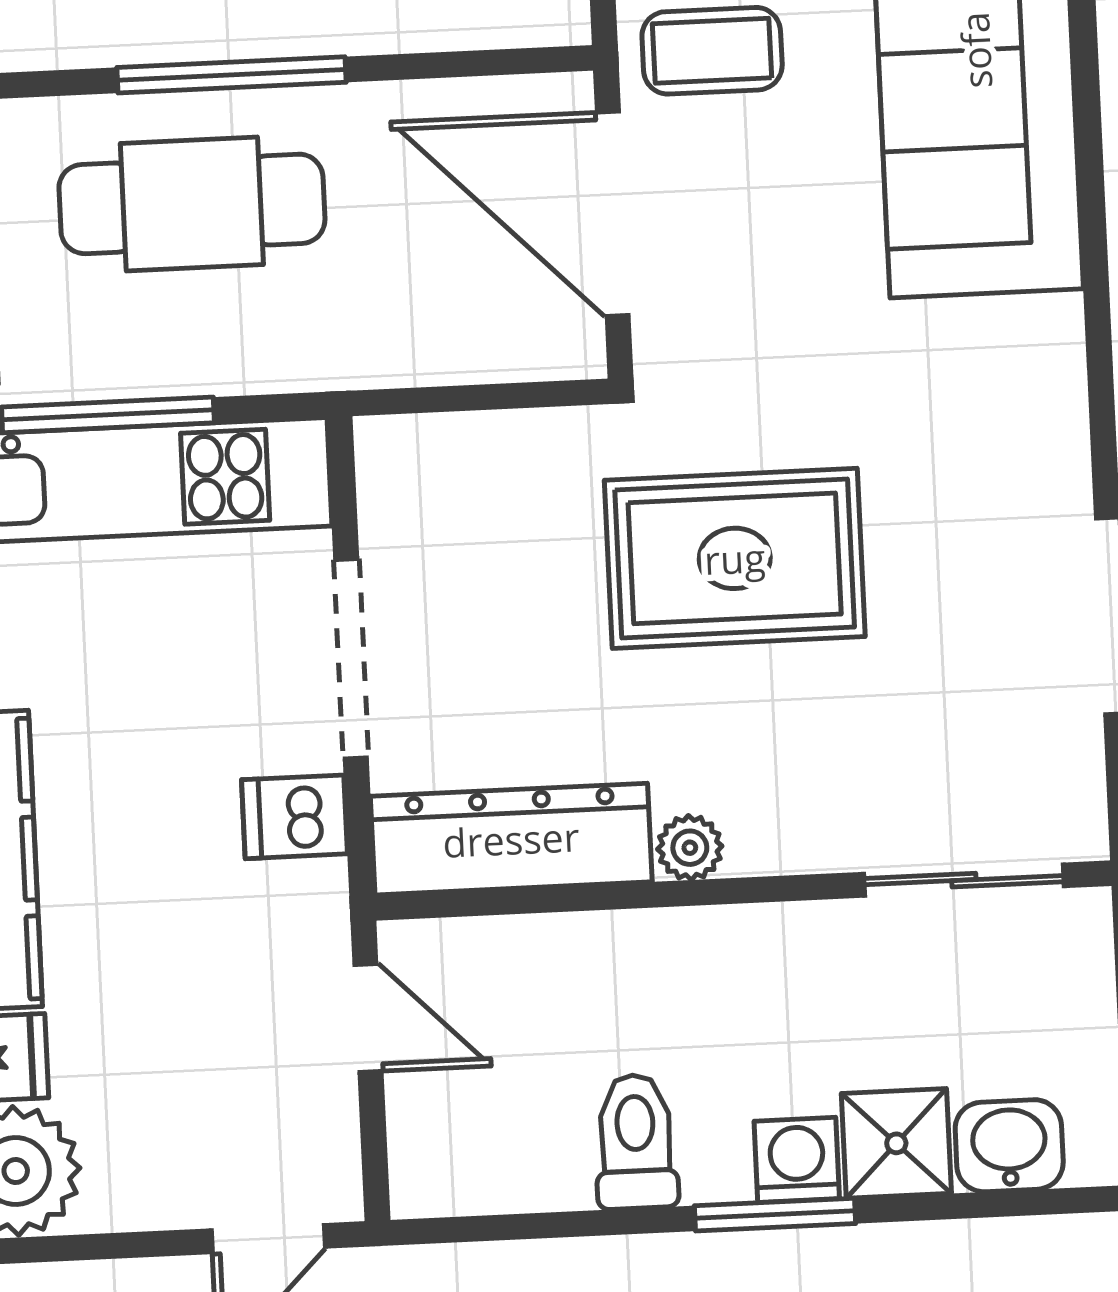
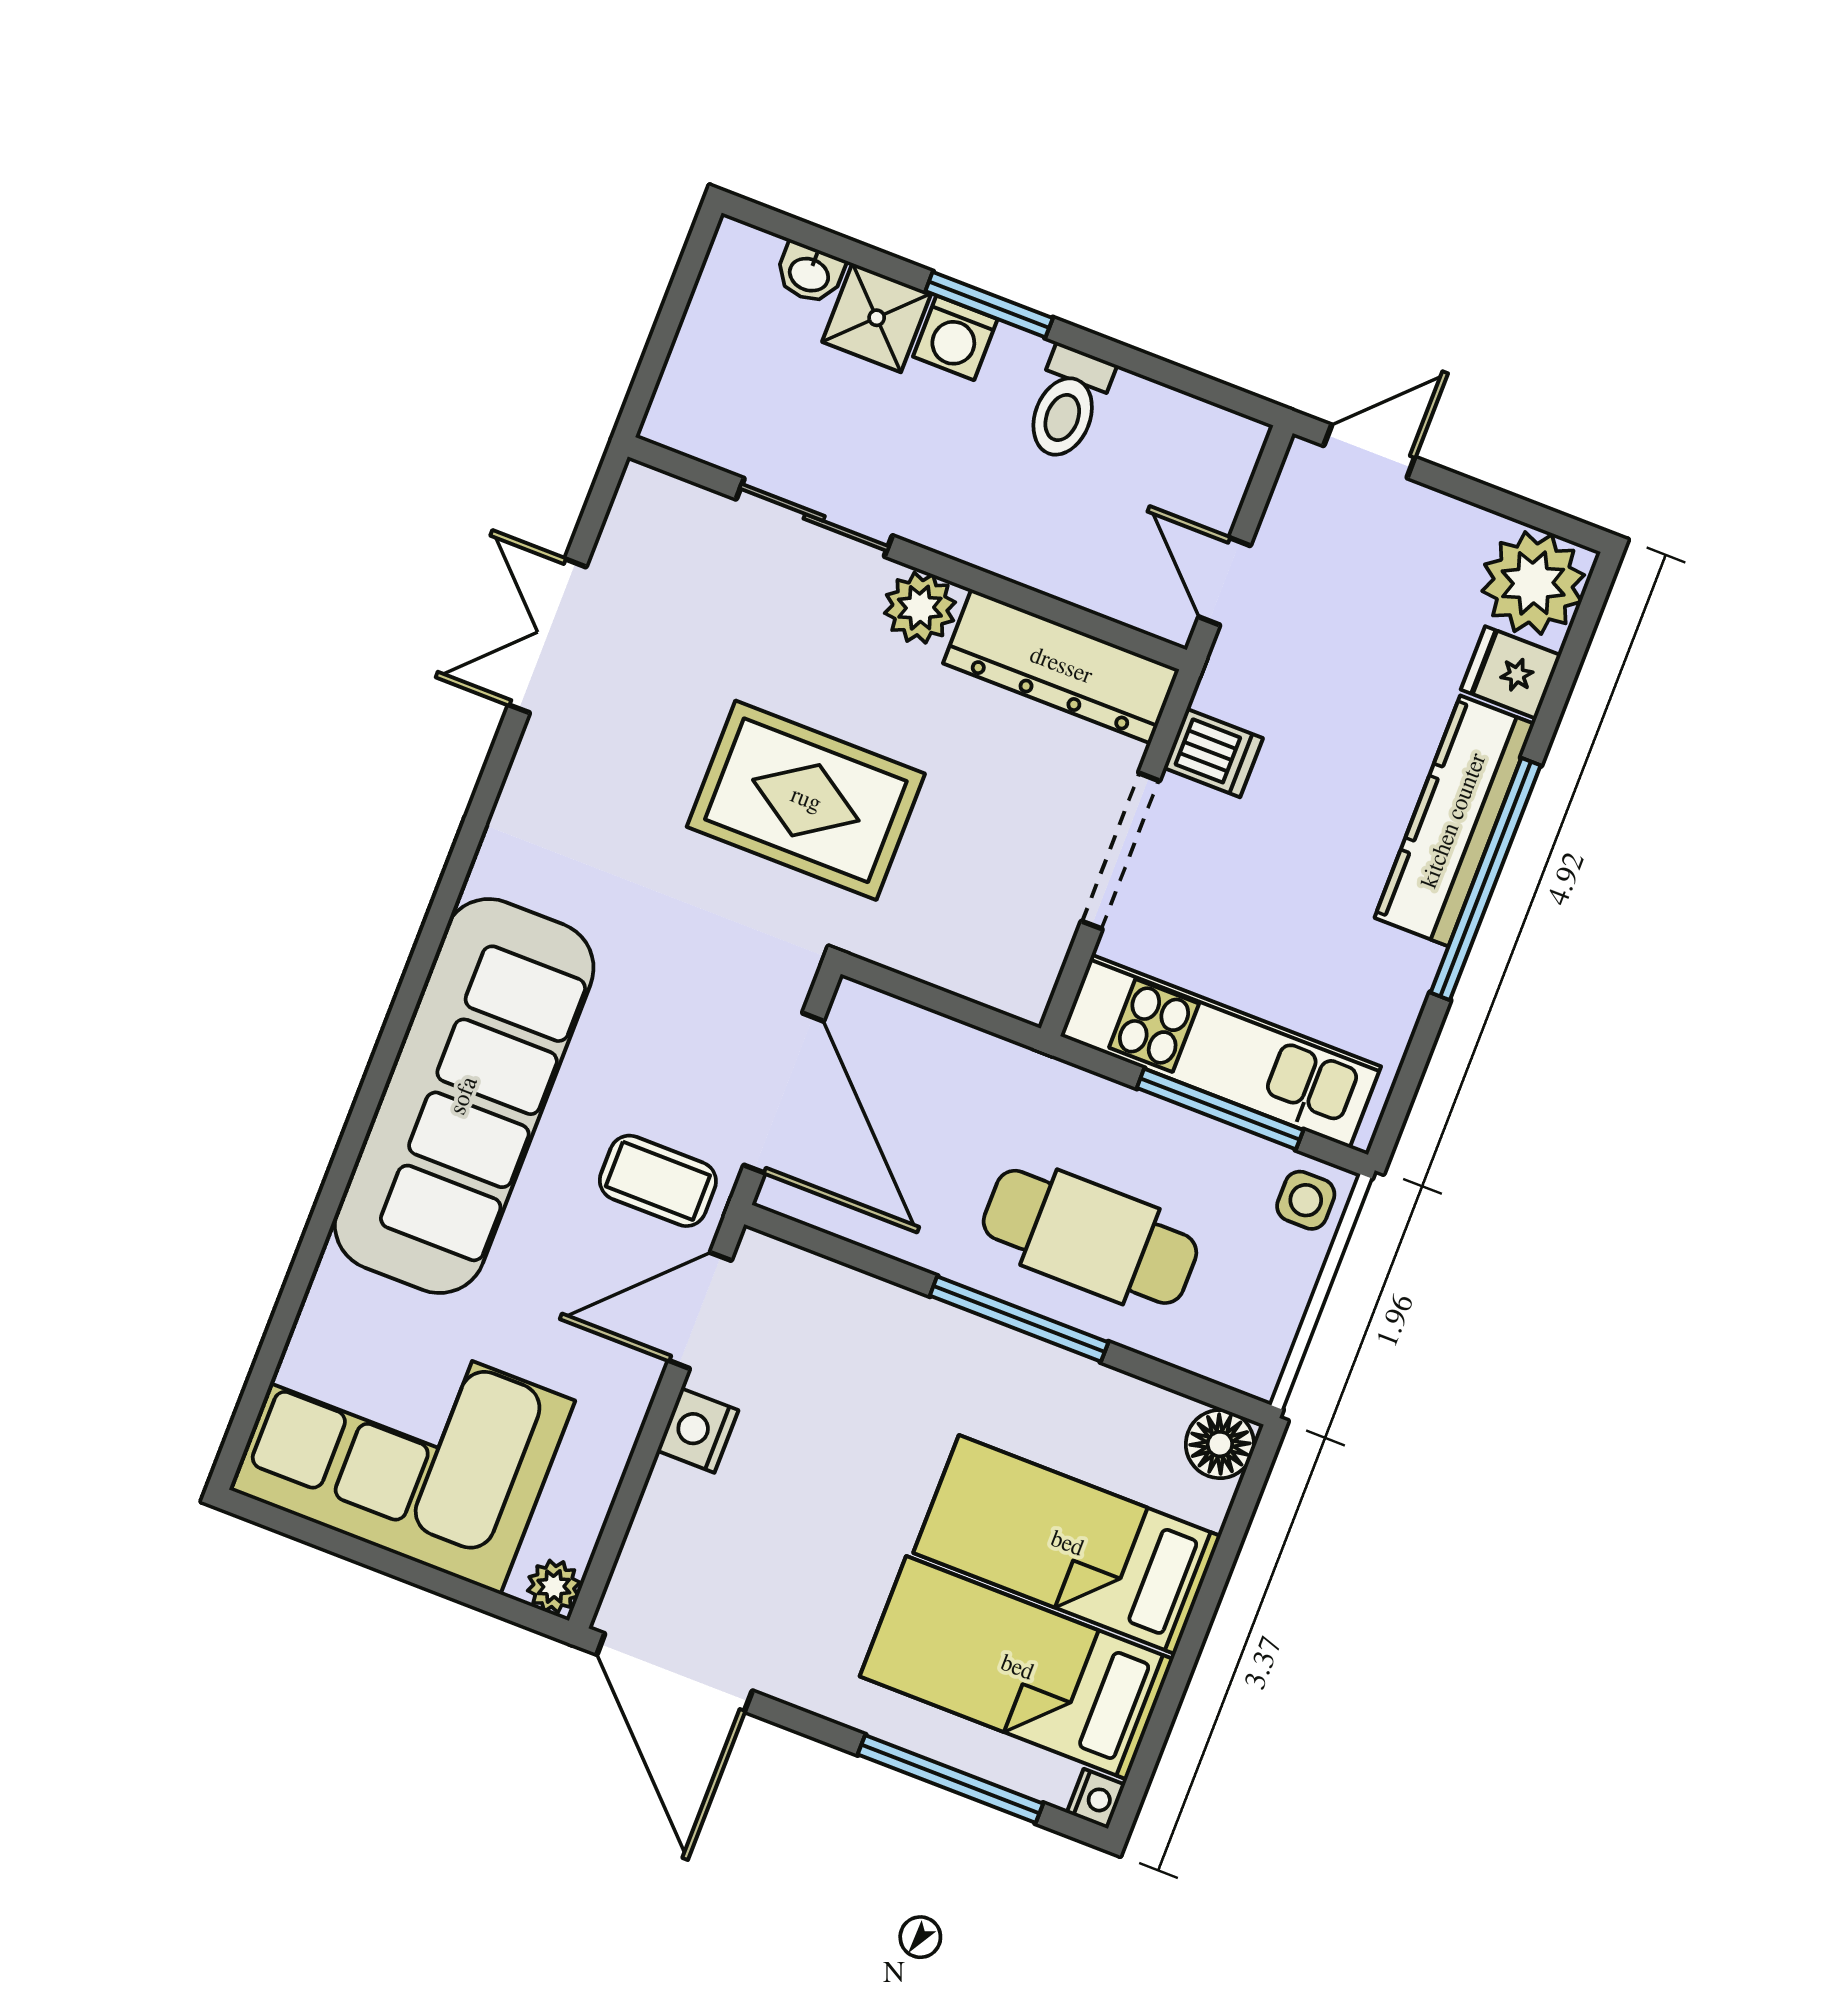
plant: (690, 848) -> (920, 608), width x1.38, depth x1.38
sliding door: (964, 880) -> (814, 517), moved
washbasin: (1009, 1146) -> (810, 273), width x0.72, depth x0.69

